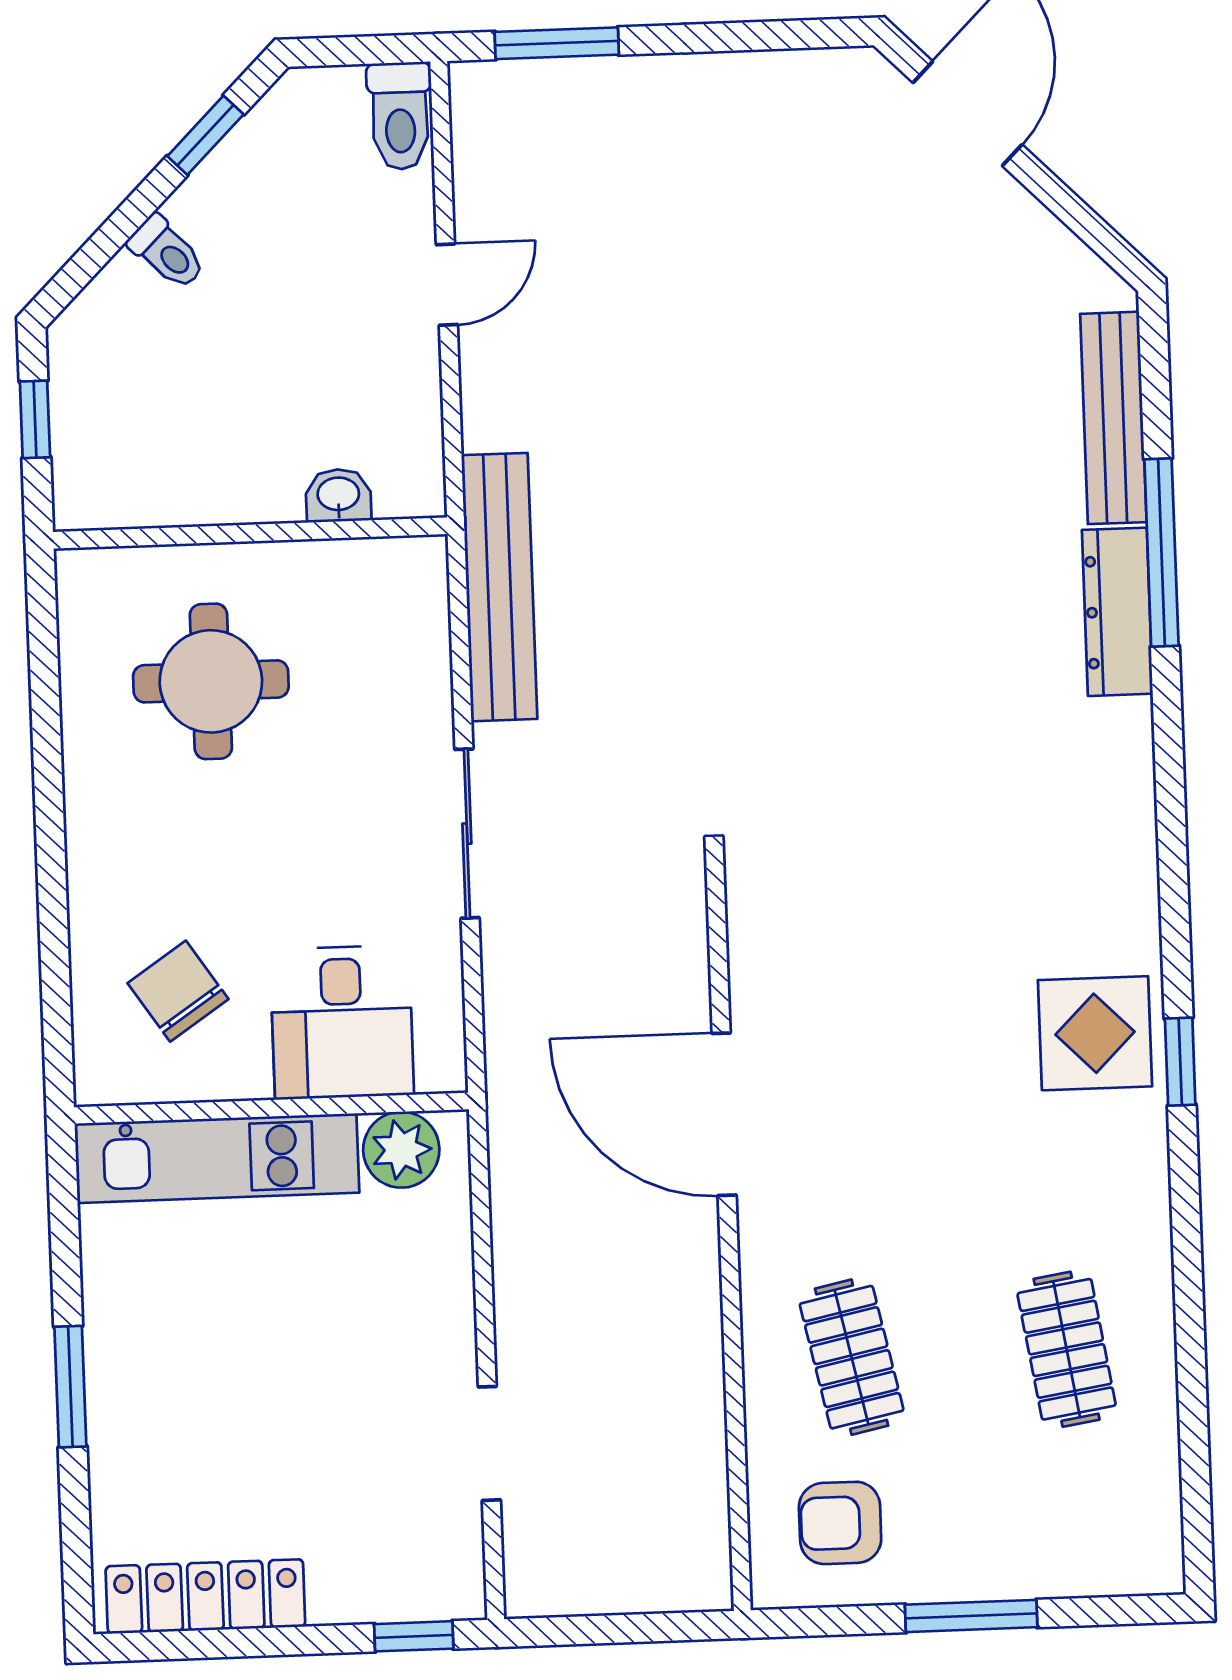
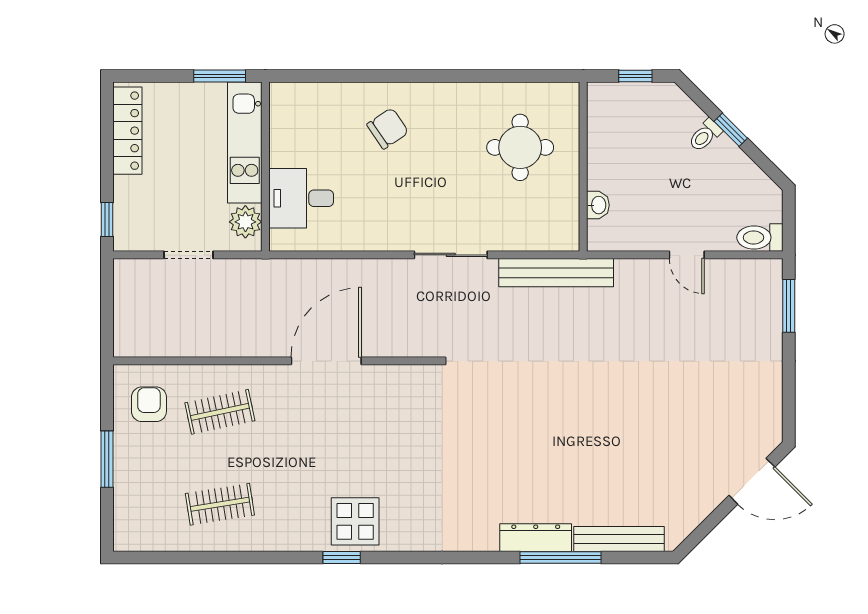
window: (205, 135) -> (731, 130), moved
desk: (342, 1022) -> (301, 198), moved
wall: (271, 1108) -> (265, 167), moved
plant: (401, 1150) -> (245, 222), moved
kitchen unit: (217, 1158) -> (245, 142), moved

